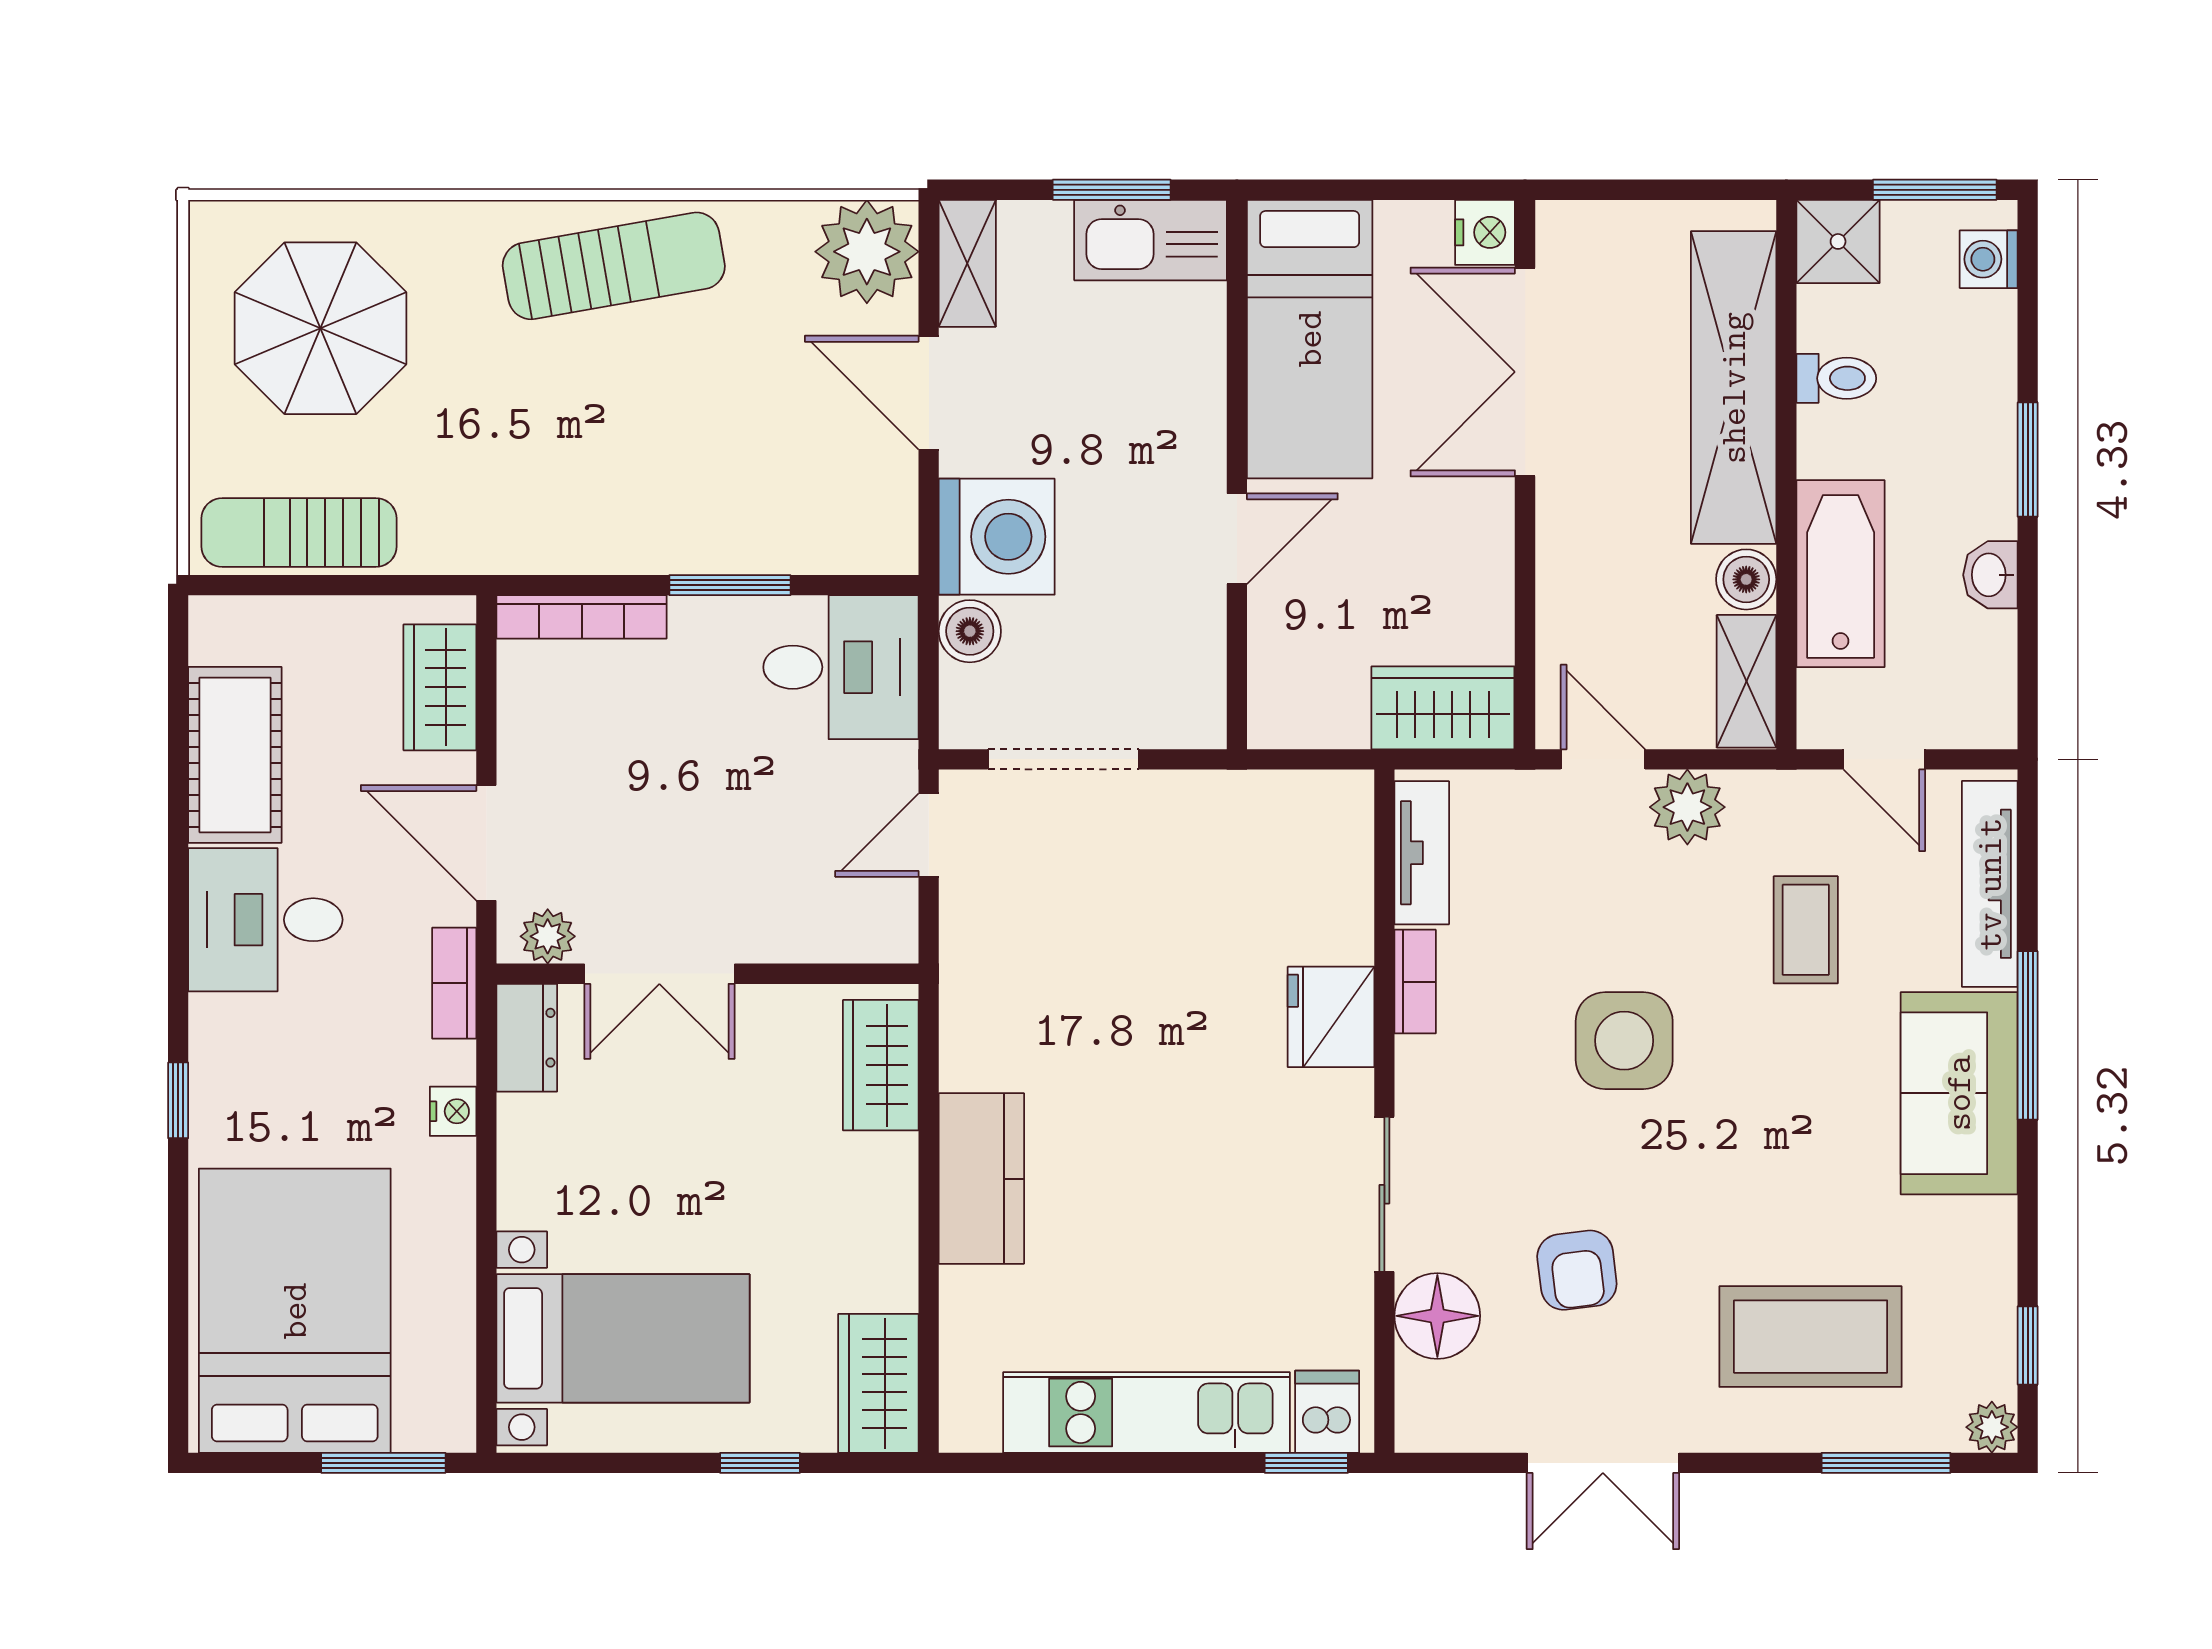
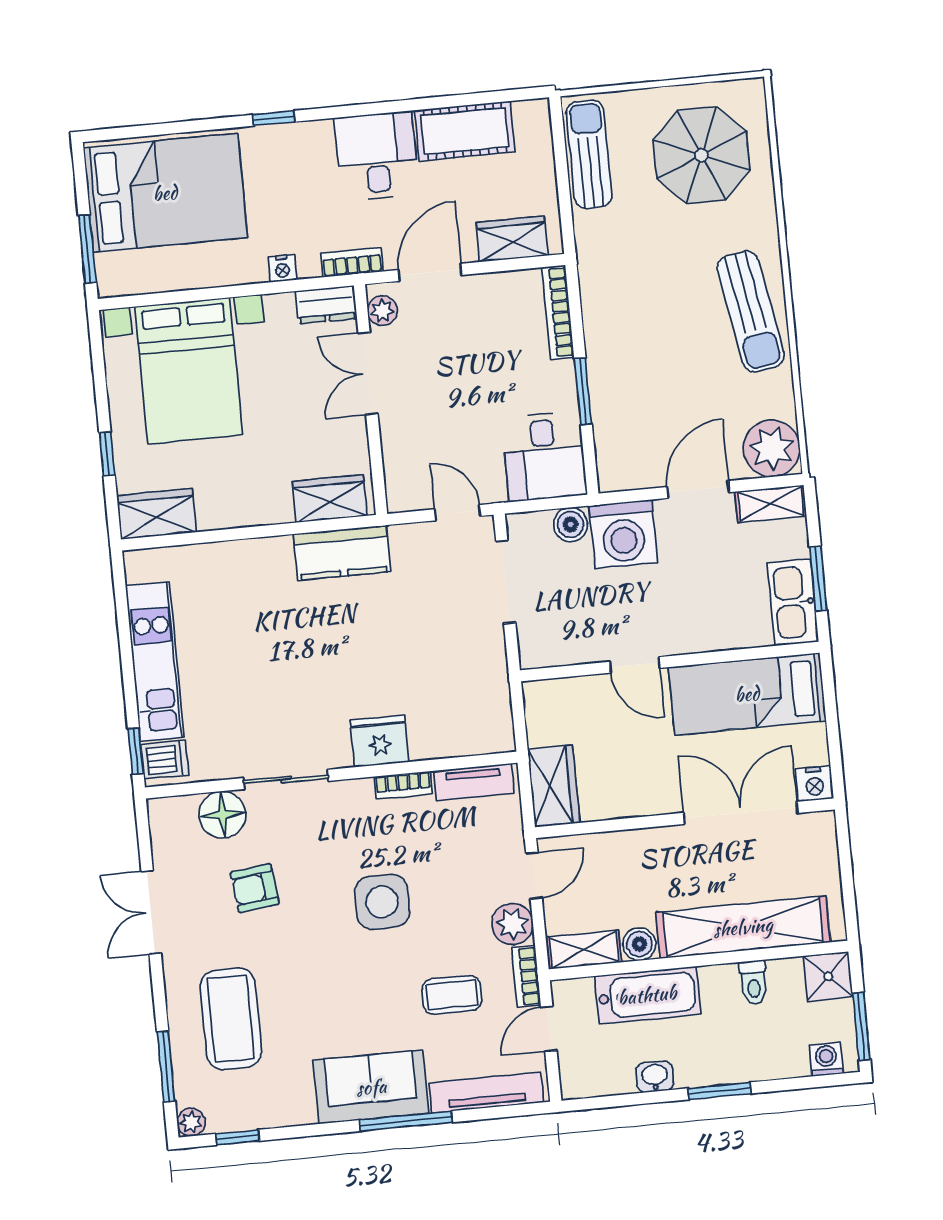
bookcase: (1785, 791) -> (526, 976), added
kitchen counter: (981, 1179) -> (342, 553), moved
bed with nightstands: (623, 1338) -> (189, 371), width x1.36

